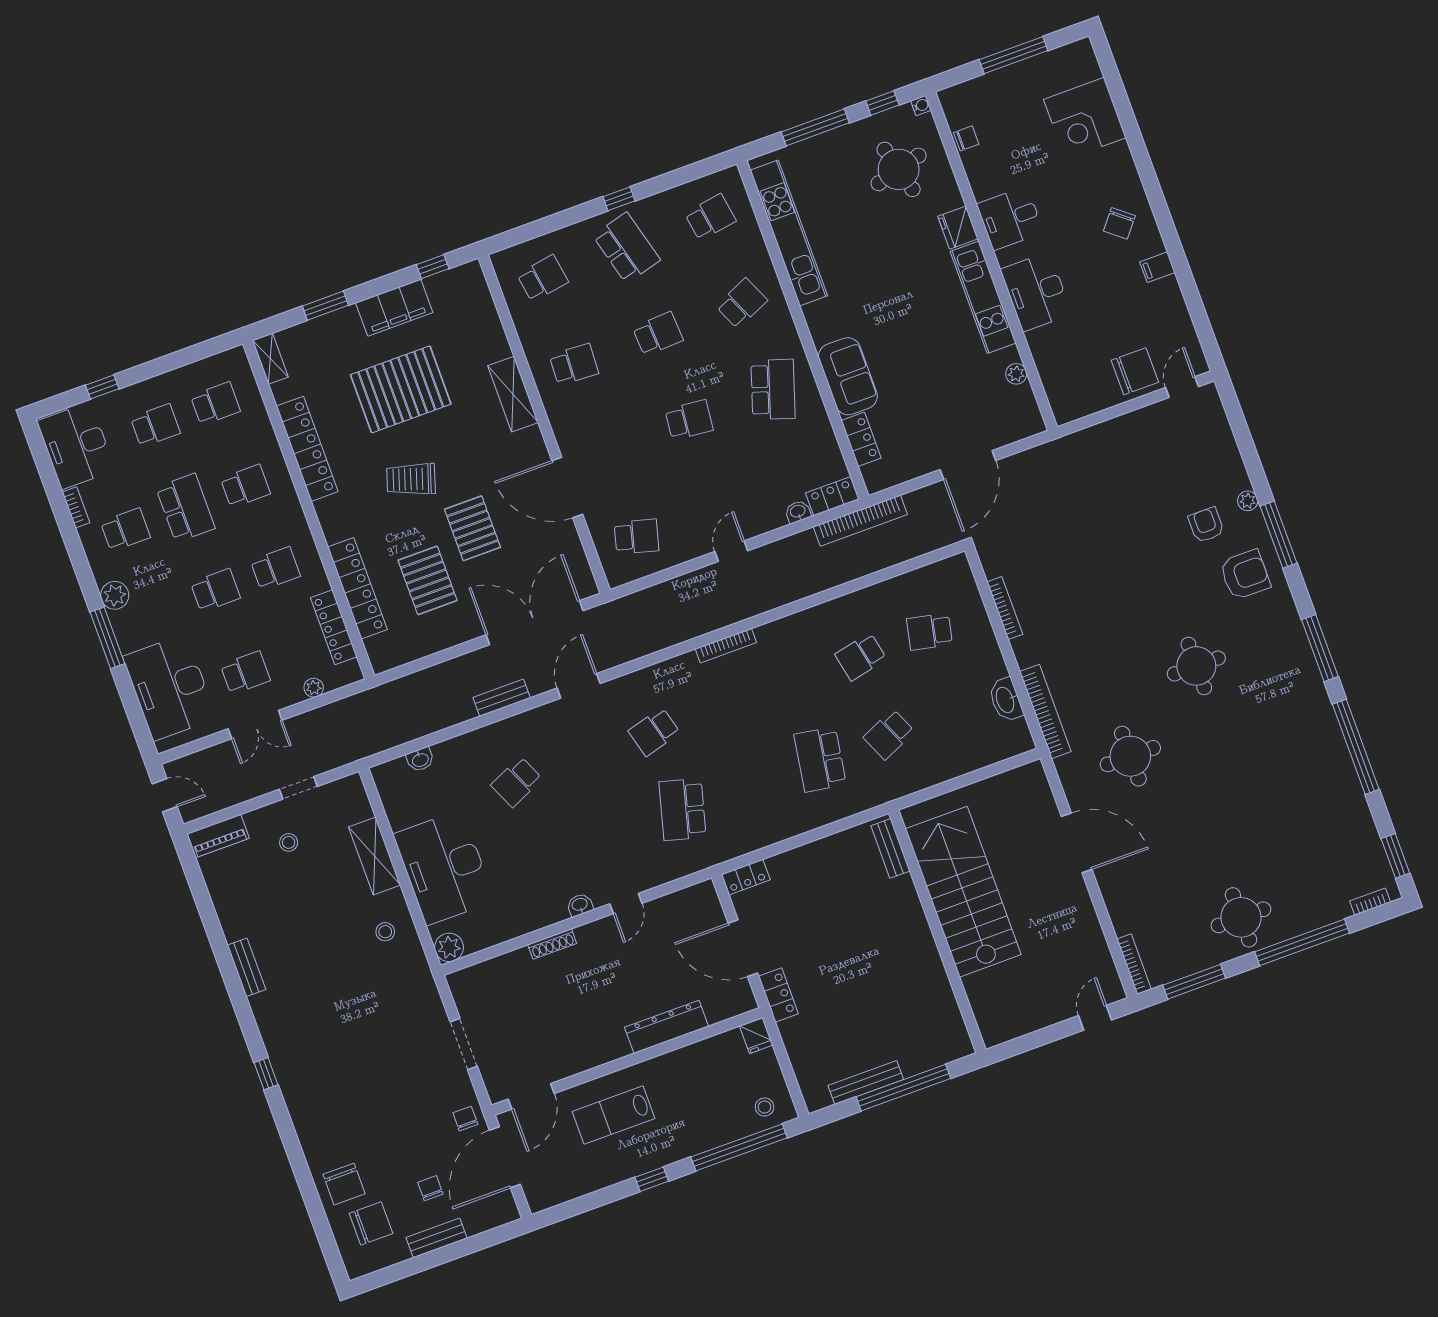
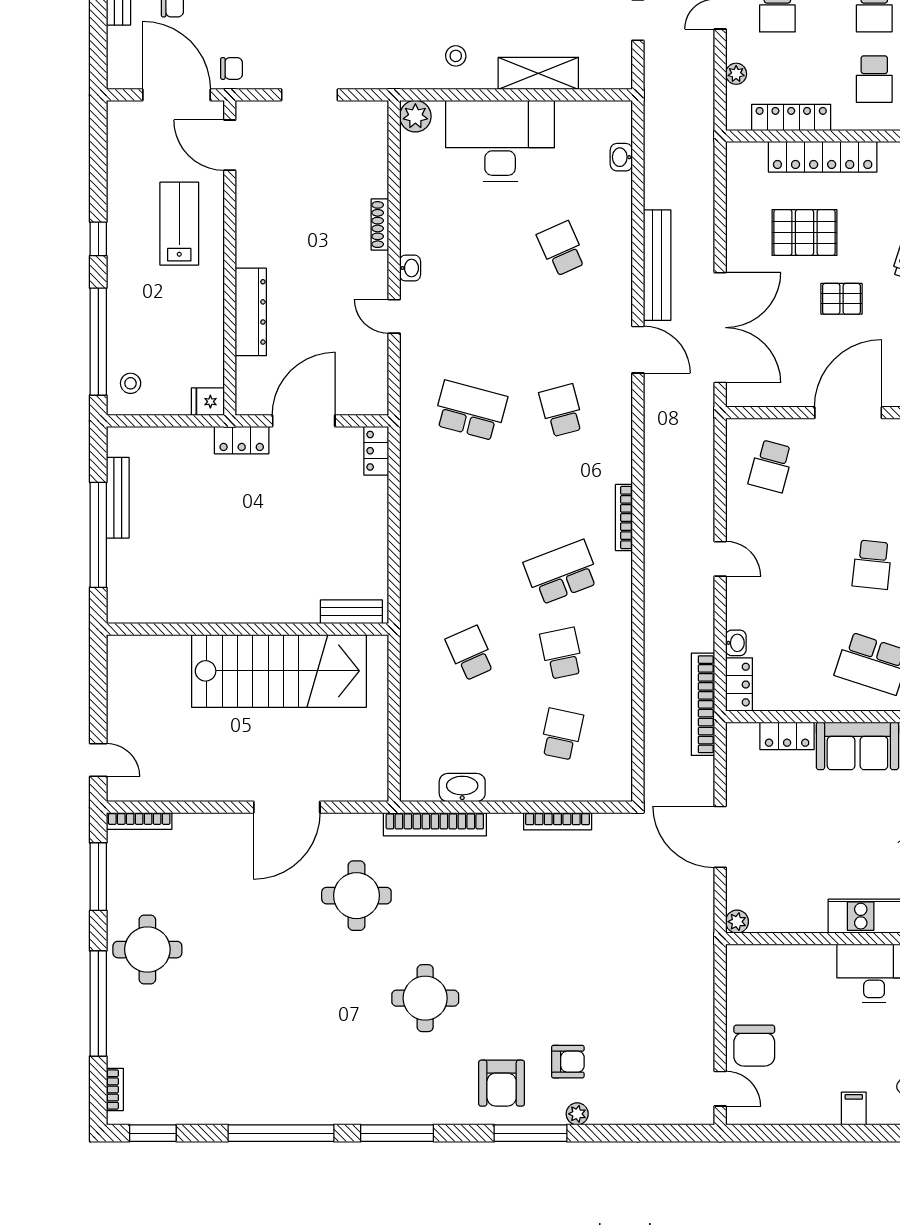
plant: (1016, 374) -> (737, 922), moved
pallet: (472, 528) -> (841, 299), width x0.67, depth x0.71
bench: (502, 698) -> (657, 265), width x1.86, depth x1.21
school desk: (820, 759) -> (562, 572), moved, turned -30

